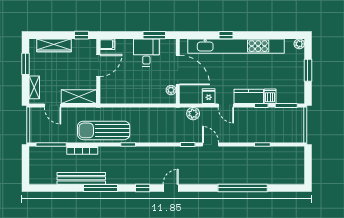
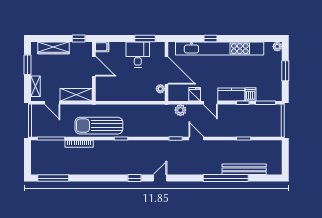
door: (98, 65) -> (94, 66), hinge flipped
bench: (81, 178) -> (244, 169), moved
window: (101, 188) -> (53, 178), moved

